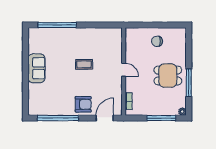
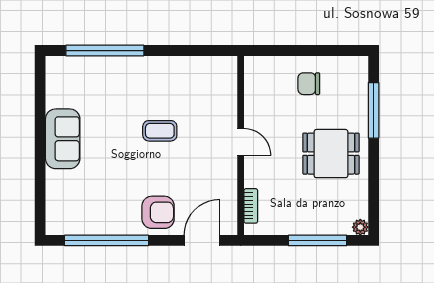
window: (189, 83) -> (374, 110), moved

